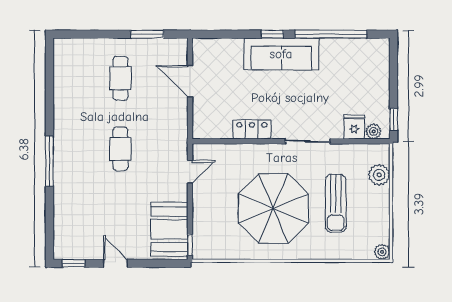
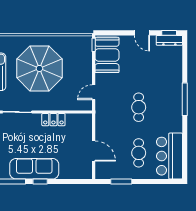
bar counter: (73, 73) -> (169, 156), added
dresser: (73, 252) -> (169, 40), added

